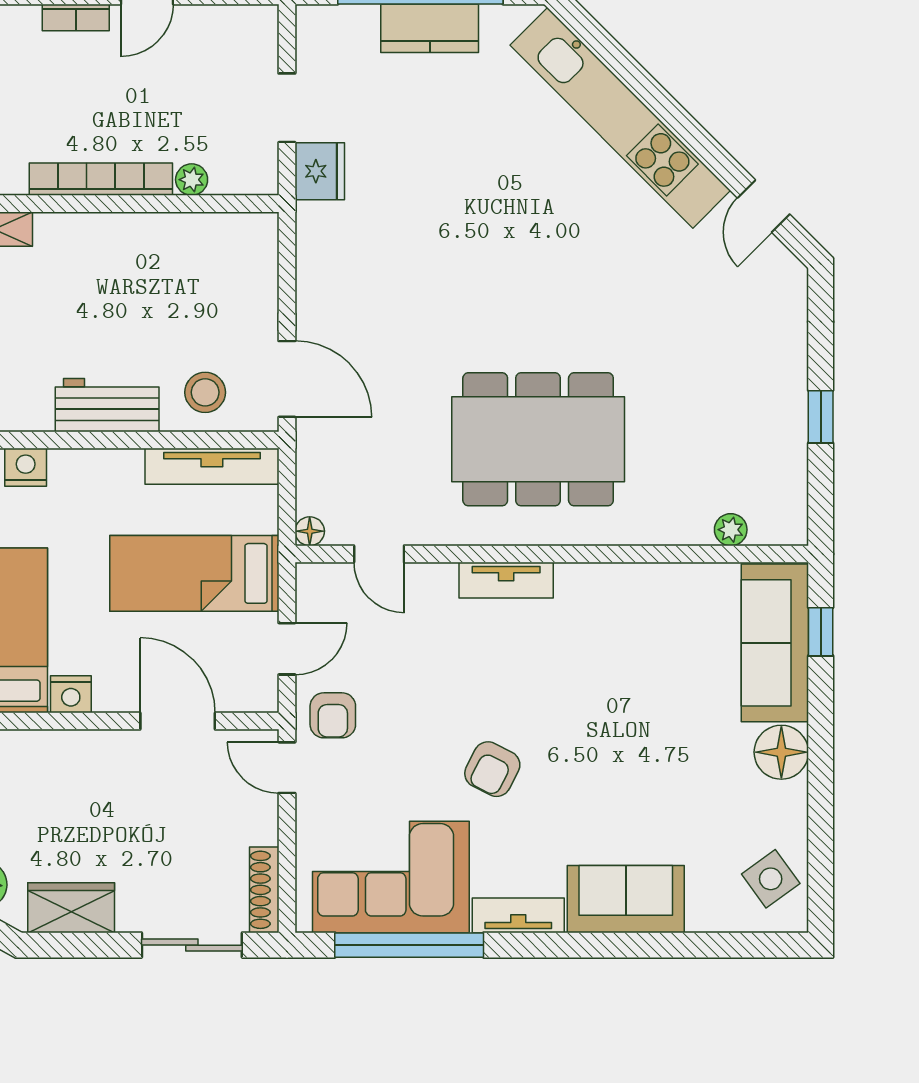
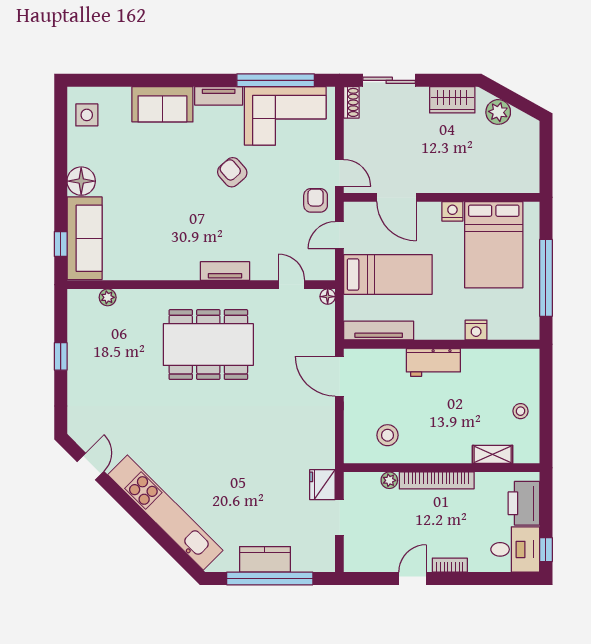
stool: (205, 392) -> (388, 435), moved
armchair: (492, 769) -> (232, 172), turned -68
side table: (771, 879) -> (87, 115), turned 36
shoe rack: (264, 890) -> (351, 102), width x0.70

